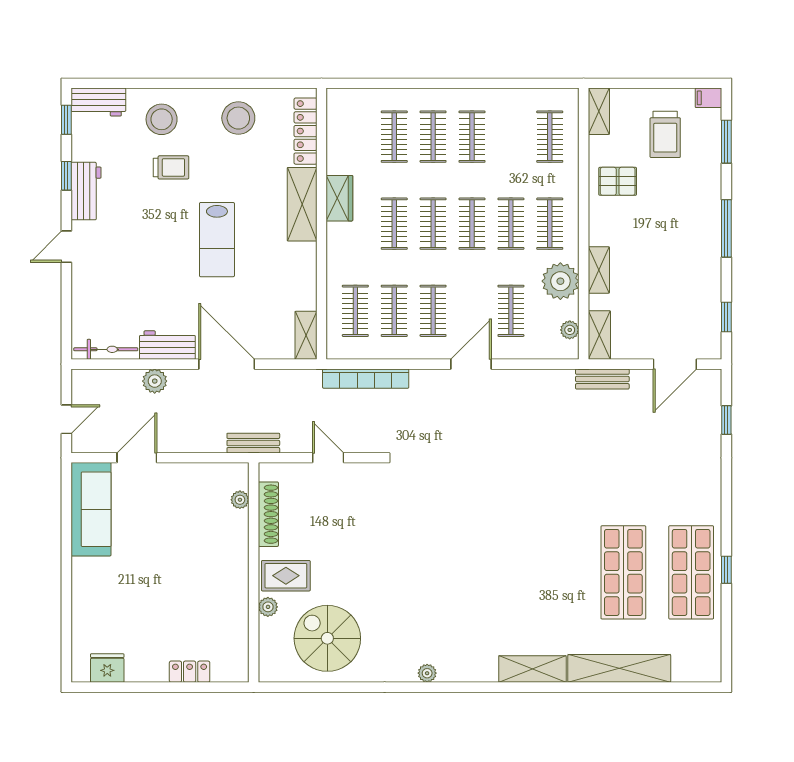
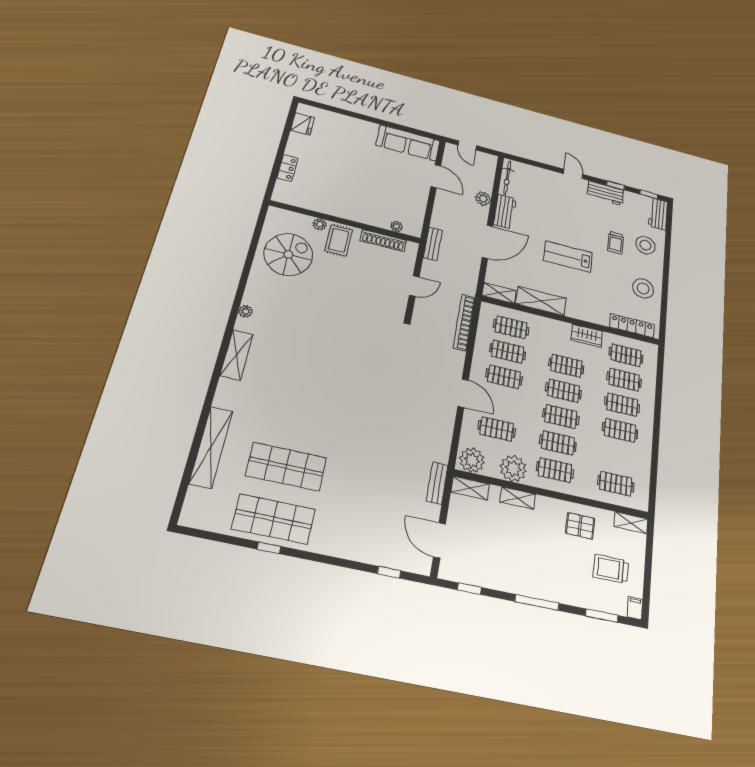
clothes rail: (355, 137) -> (626, 355), added
pallet: (618, 181) -> (580, 526), turned 90
shelving: (302, 204) -> (541, 301), moved
plant: (570, 330) -> (472, 460), width x1.87, depth x1.87
shelving: (532, 669) -> (237, 355), moved

